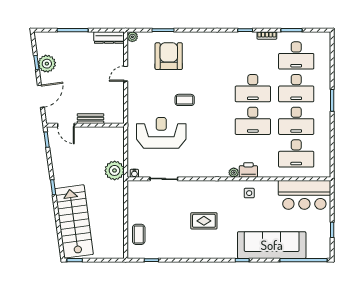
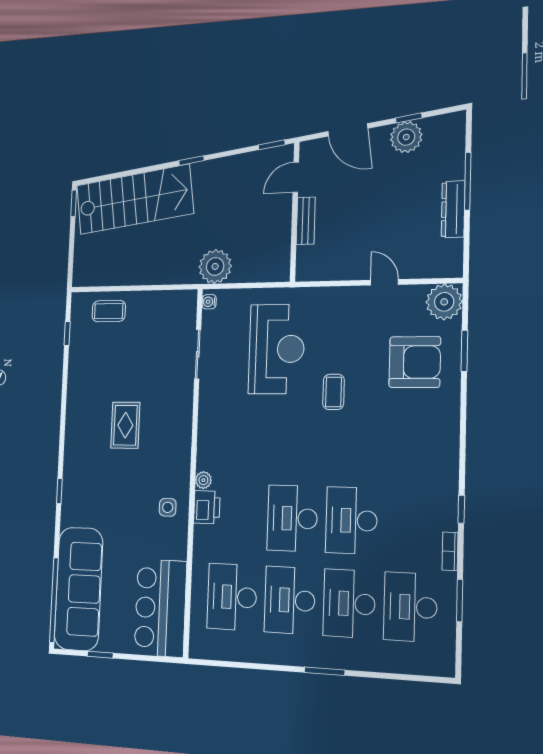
plant: (132, 37) -> (444, 302), width x1.87, depth x1.87
dresser: (109, 38) -> (453, 209), moved
sofa: (272, 245) -> (79, 589), moved

